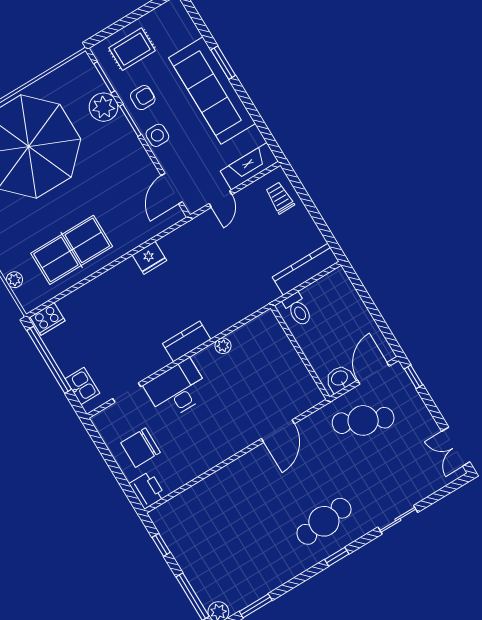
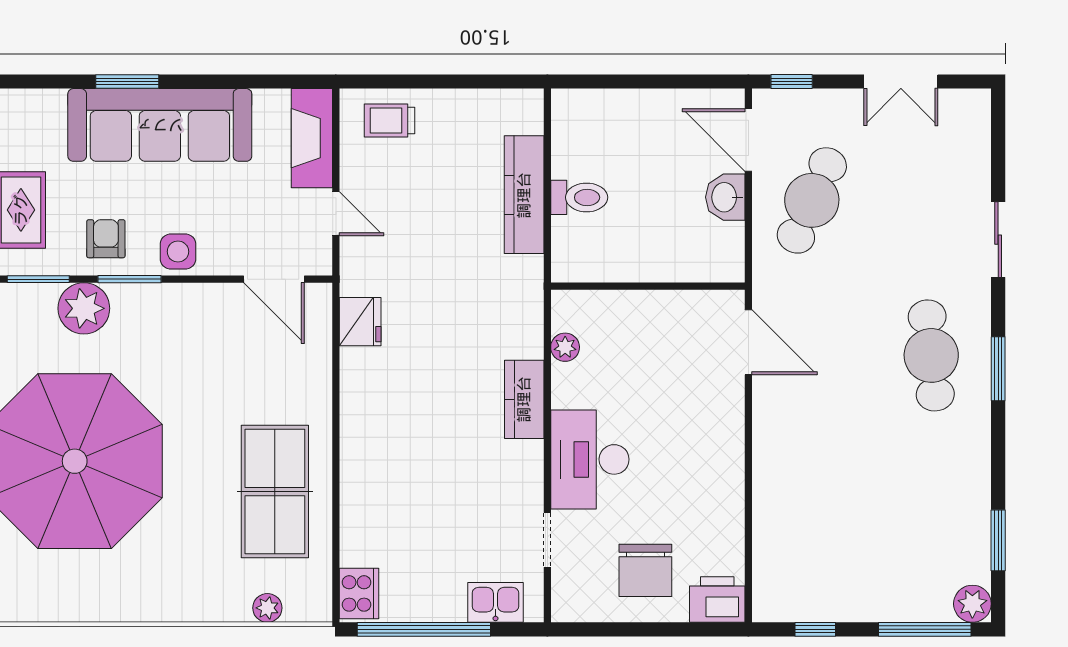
fridge: (149, 258) -> (360, 322), moved
kitchen counter: (306, 269) -> (524, 195), moved
wall: (300, 353) -> (648, 286), moved
double door: (456, 447) -> (901, 82), moved
window: (337, 557) -> (998, 369), width x1.50

